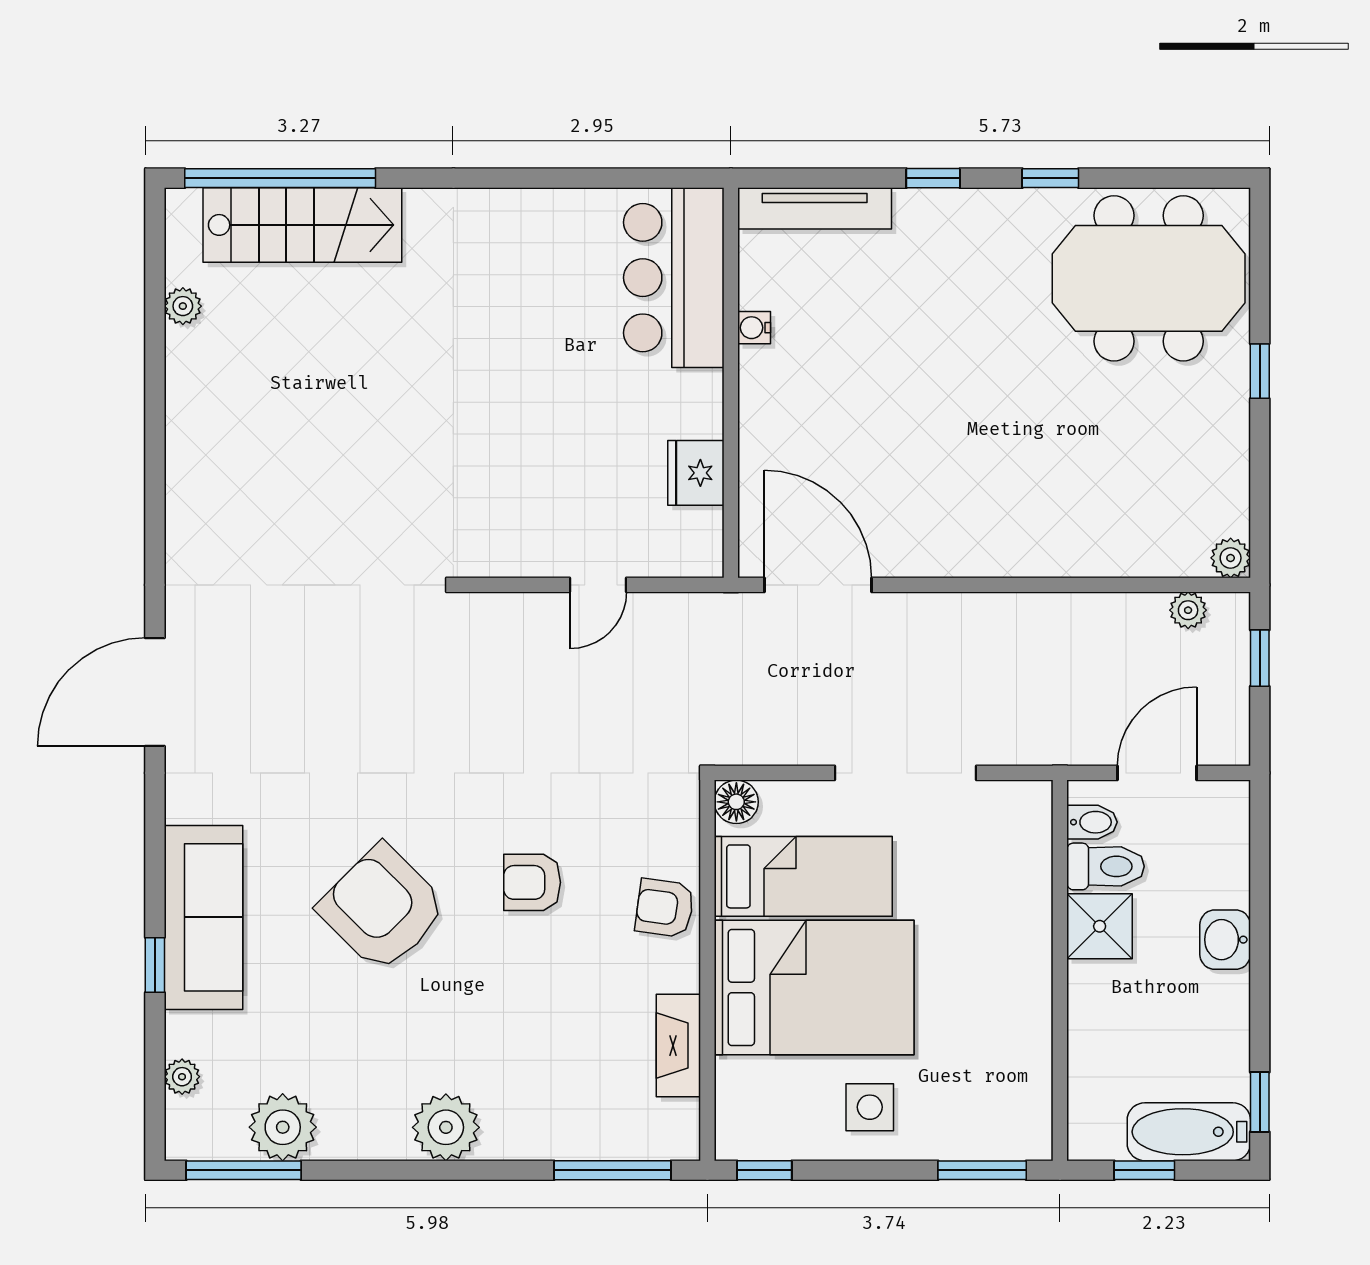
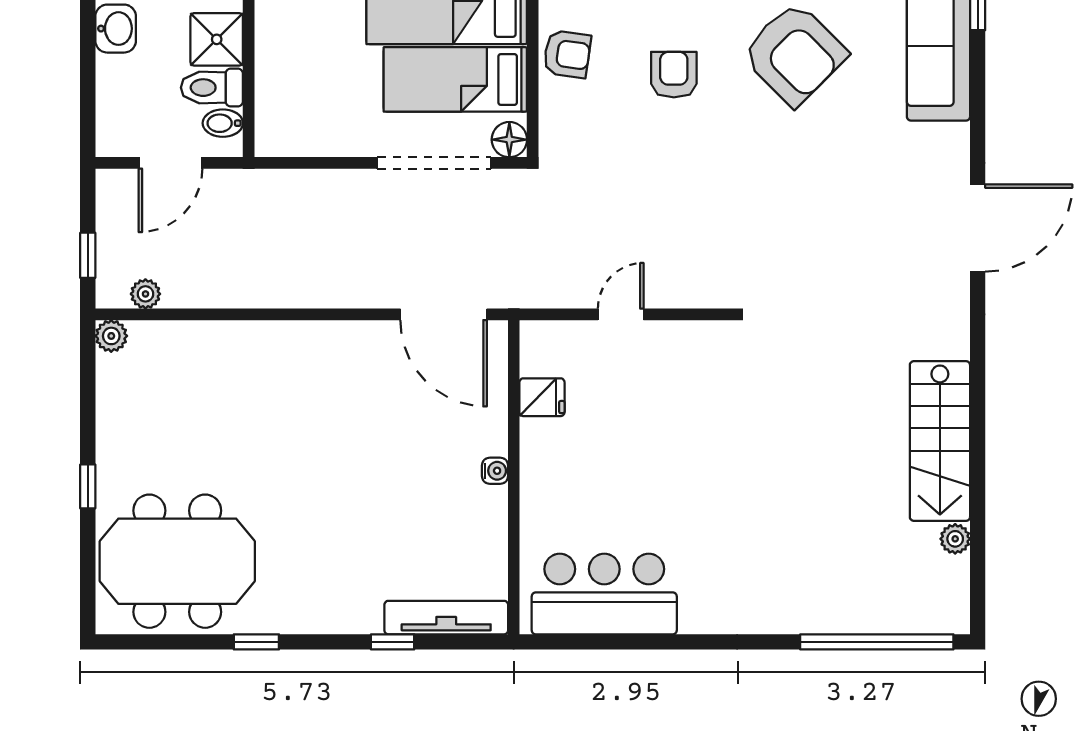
window: (933, 178) -> (393, 642), moved
stairs: (302, 225) -> (940, 441), moved, turned -90
bar counter: (674, 278) -> (604, 594), moved, turned -90
water cooler: (754, 328) -> (495, 471), moved
fridge: (696, 473) -> (542, 397), width x0.72
doorway: (905, 773) -> (434, 163), moved
armchair: (532, 882) -> (674, 75), turned -90

